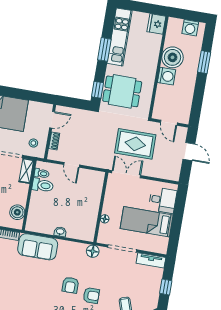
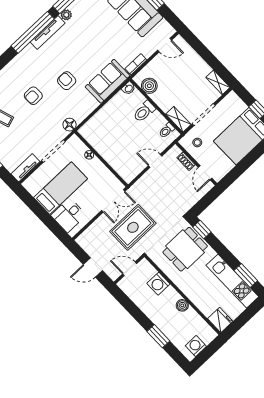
window: (104, 49) -> (246, 276), moved
boiler: (172, 57) -> (182, 305), width x0.54, depth x0.54
washing machine: (167, 76) -> (158, 284), moved
toilet: (43, 185) -> (144, 111), moved
washbasin: (60, 232) -> (129, 88), moved
armchair: (70, 285) -> (67, 81), moved

